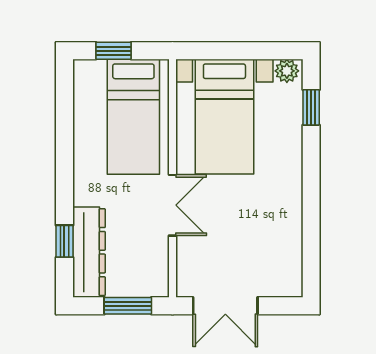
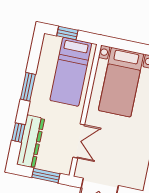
window: (64, 158) -> (28, 87), added
double door: (173, 205) -> (79, 141), moved

